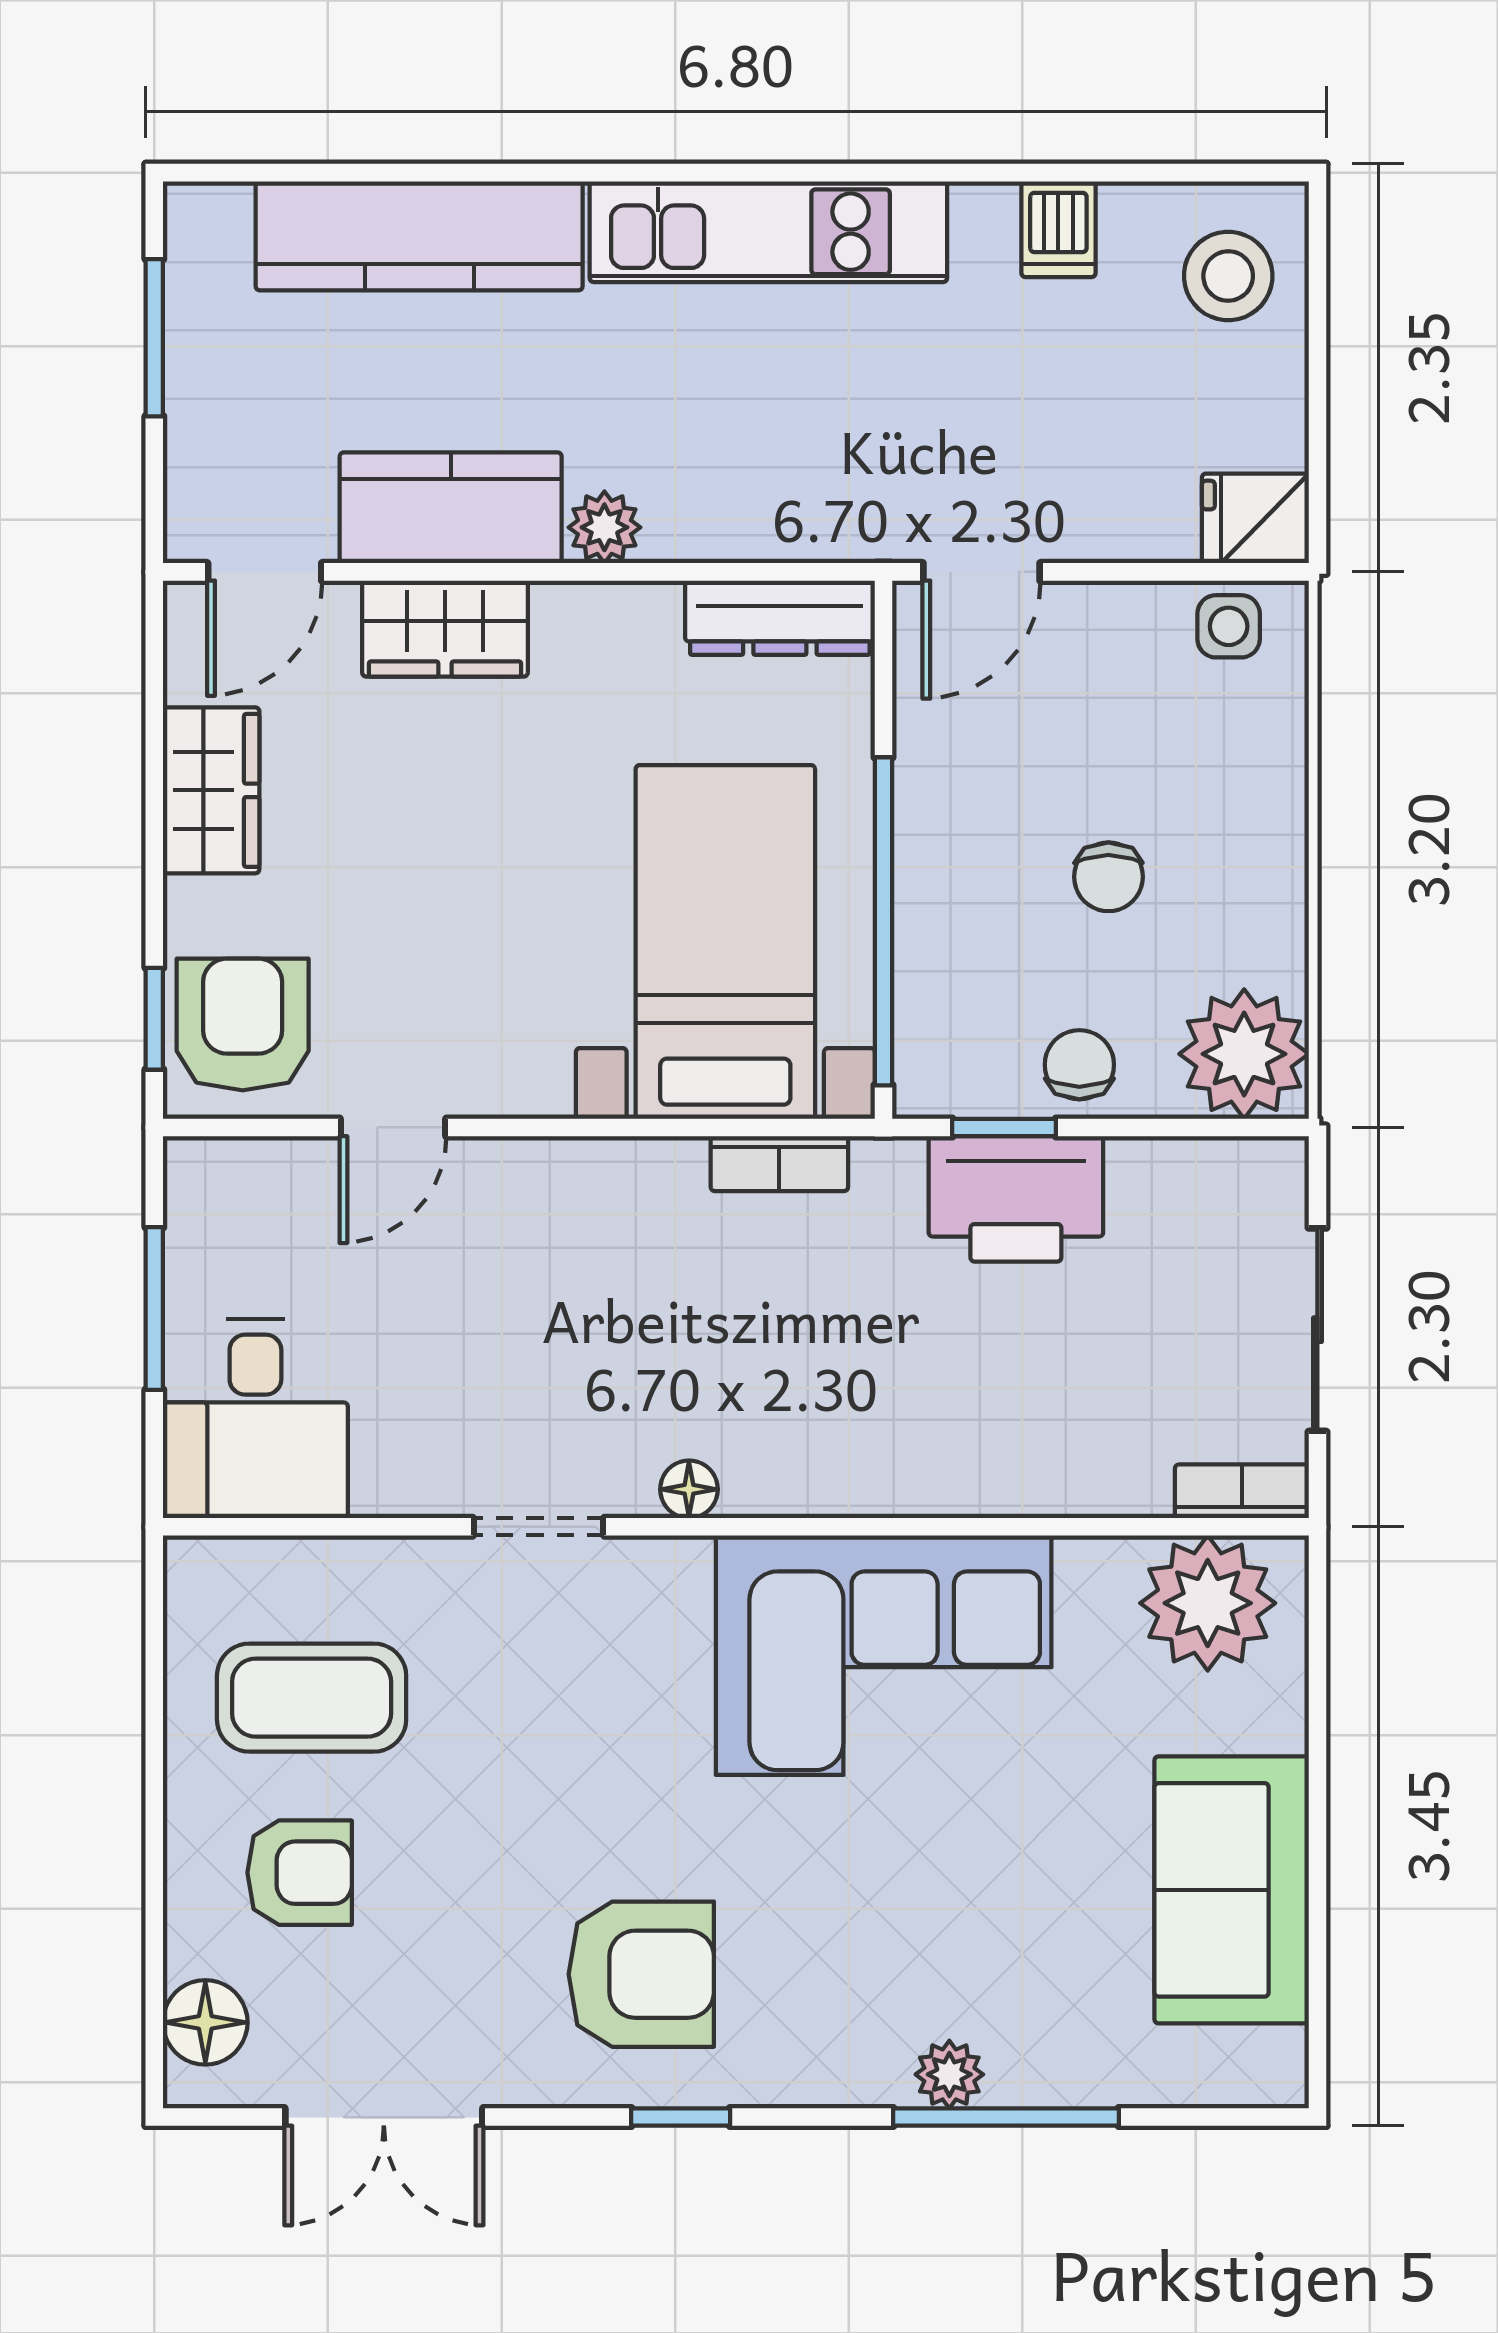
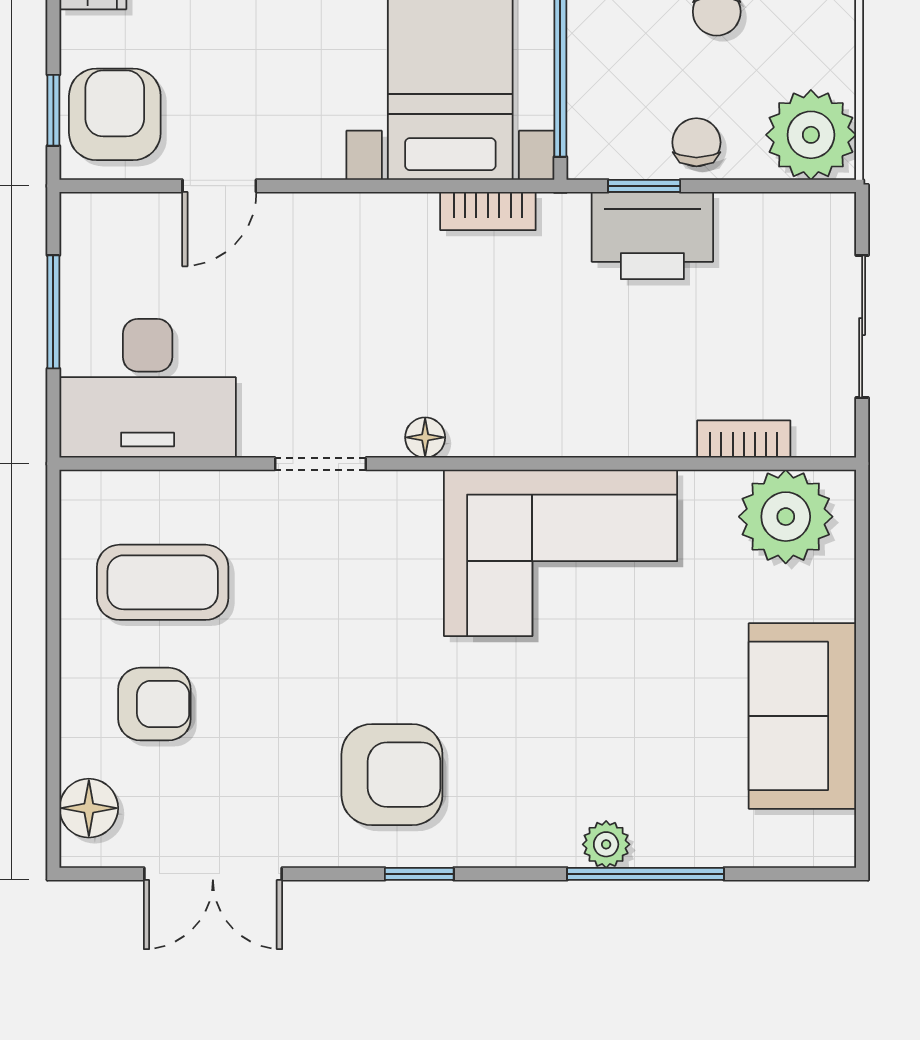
desk: (255, 1418) -> (148, 388), width x1.37
bookcase: (1242, 1491) -> (744, 439), moved

